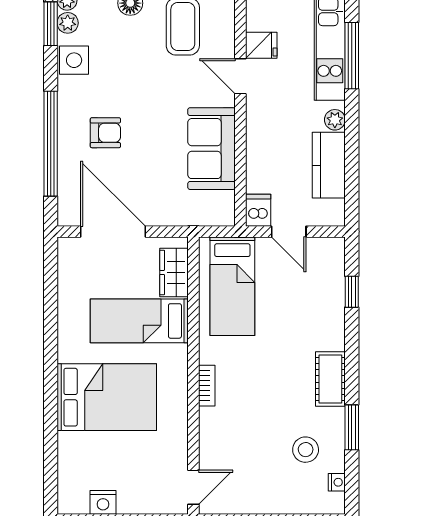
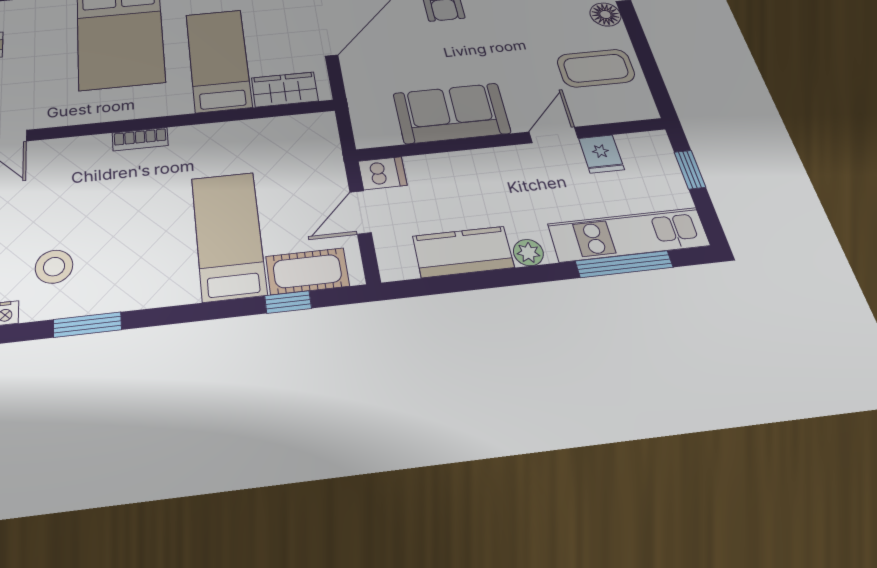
bed: (232, 286) -> (228, 235), moved, turned 90
cot: (330, 379) -> (307, 271), moved

